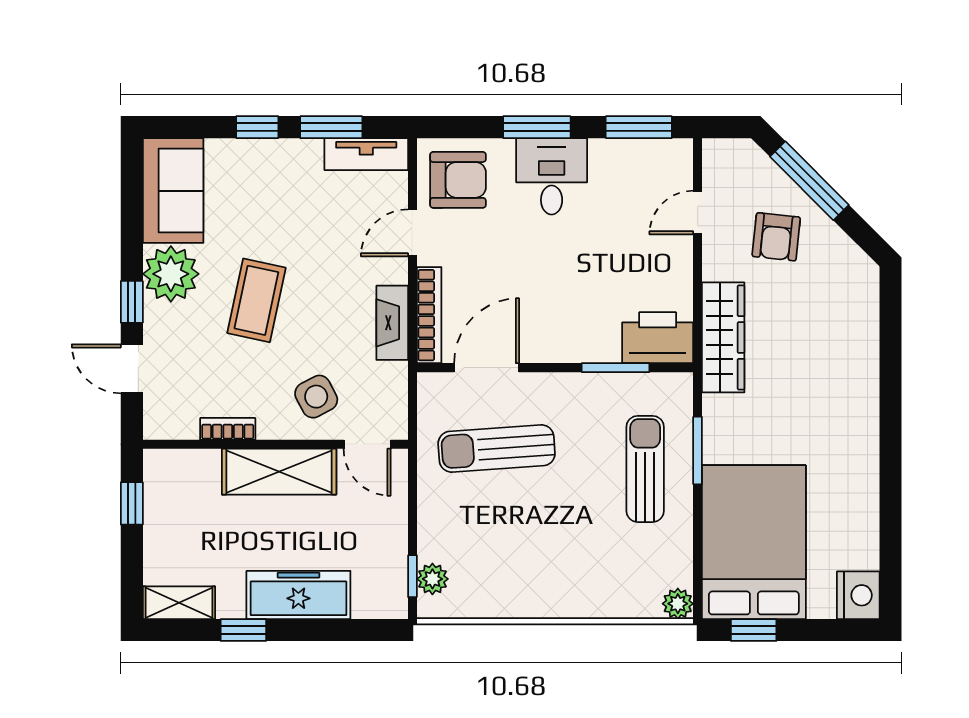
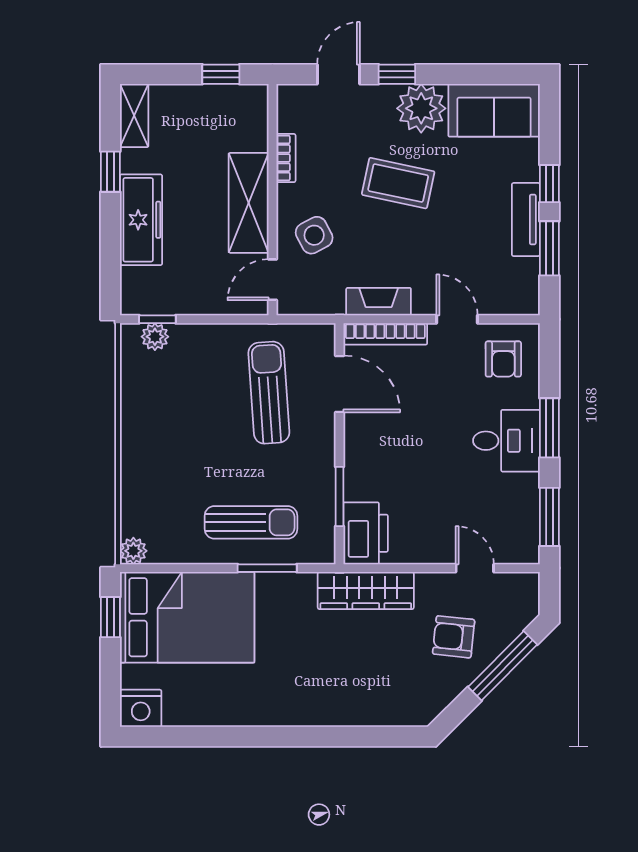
tv unit: (366, 154) -> (526, 220), moved
armchair: (458, 180) -> (503, 359), width x0.72, depth x0.72

